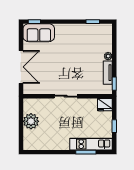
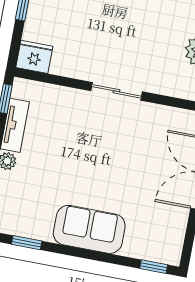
sofa: (39, 33) -> (89, 229), moved

